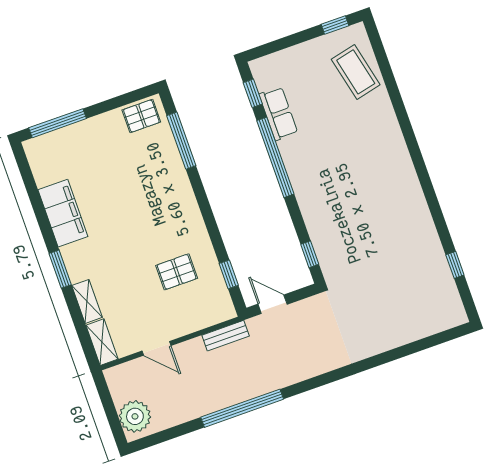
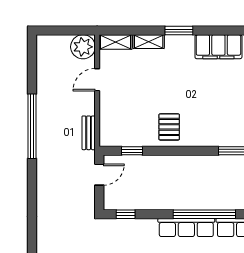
row of seats: (300, 174) -> (186, 228), added
pallet: (177, 272) -> (169, 127), moved
plant: (135, 416) -> (83, 47), moved

